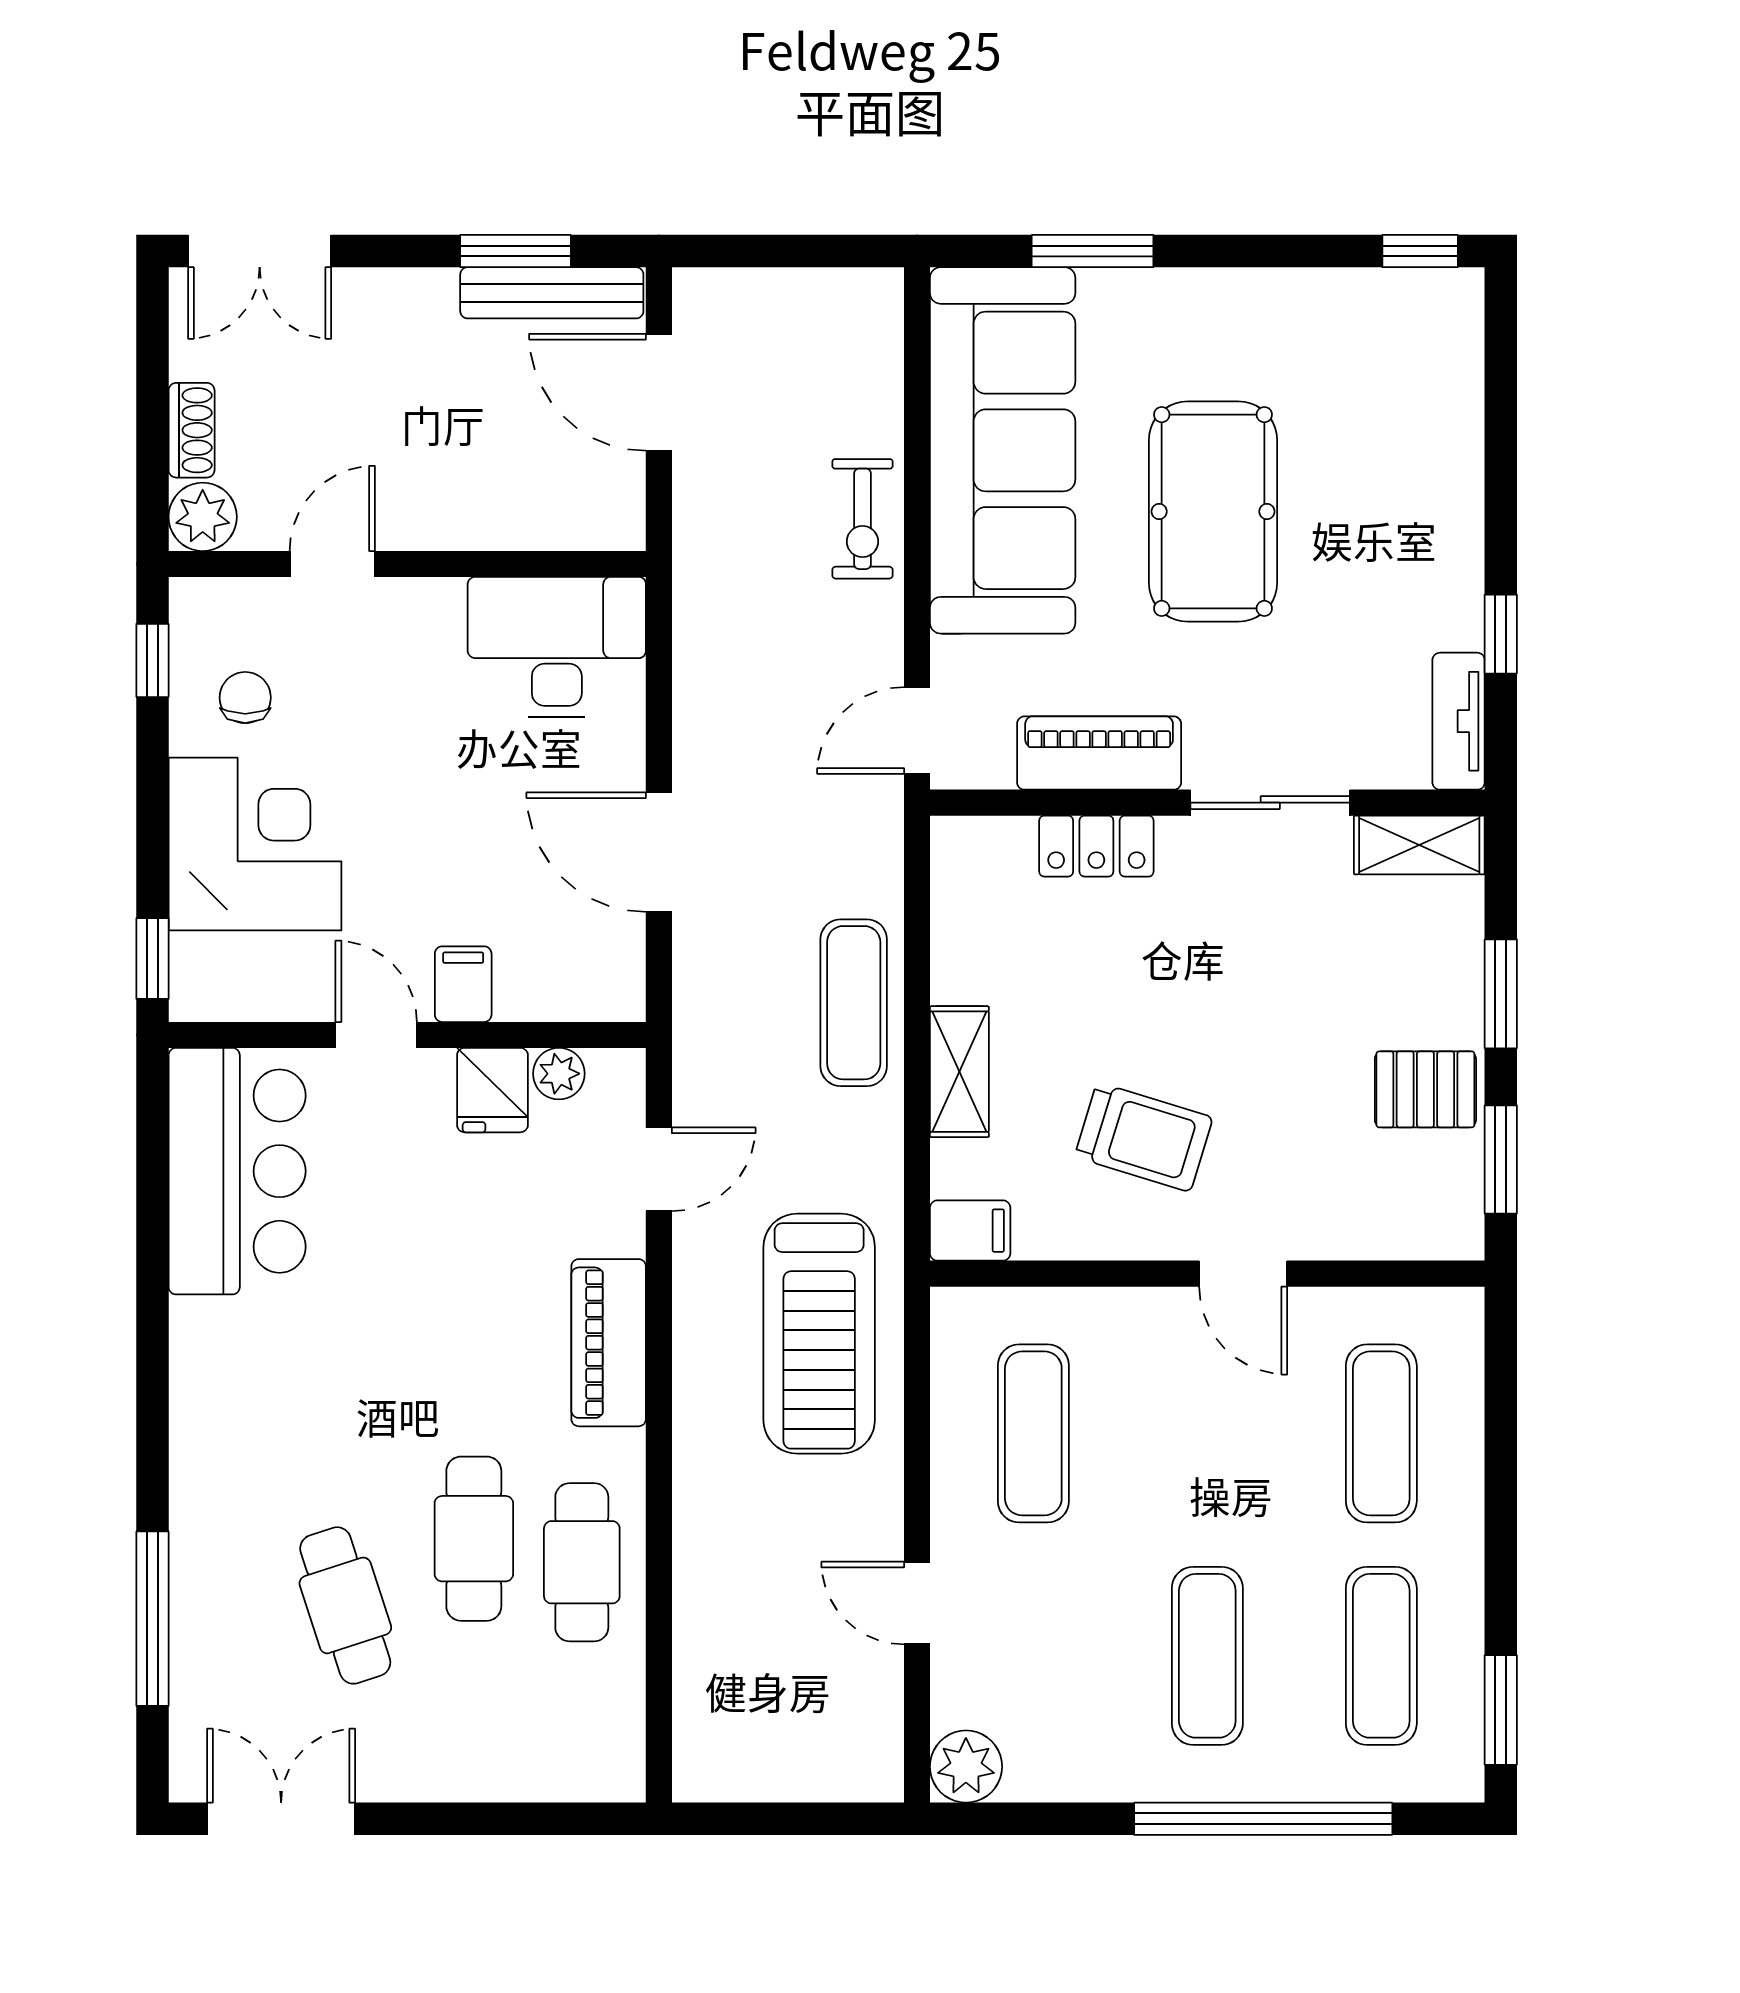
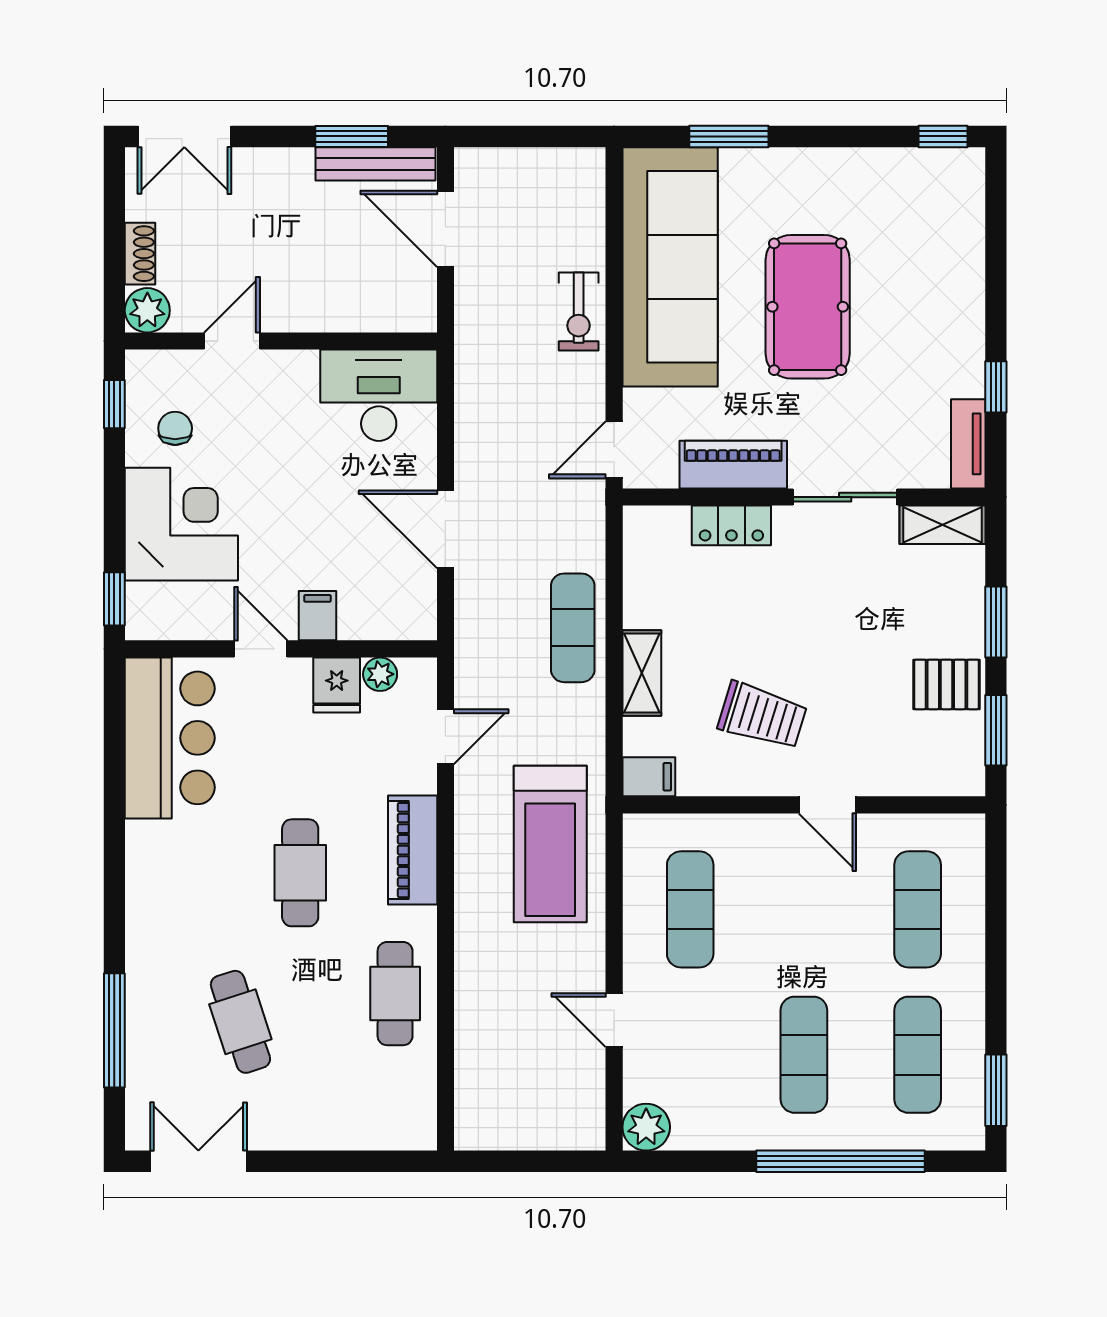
cafe table: (474, 1539) -> (300, 873), moved

